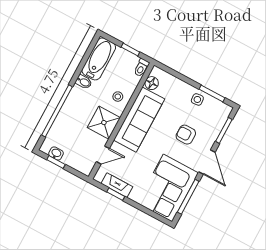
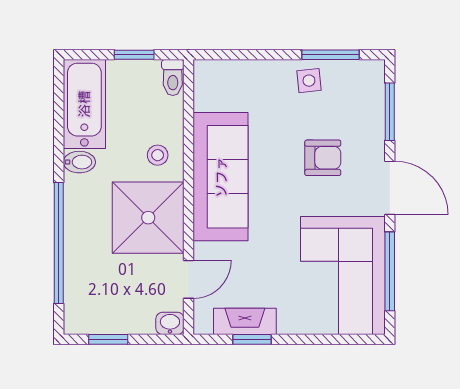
floor lamp: (152, 83) -> (207, 96), removed
shower: (104, 123) -> (148, 218), width x1.37, depth x1.37
armchair: (186, 135) -> (323, 158), turned 180
washbasin: (56, 153) -> (170, 323), moved

